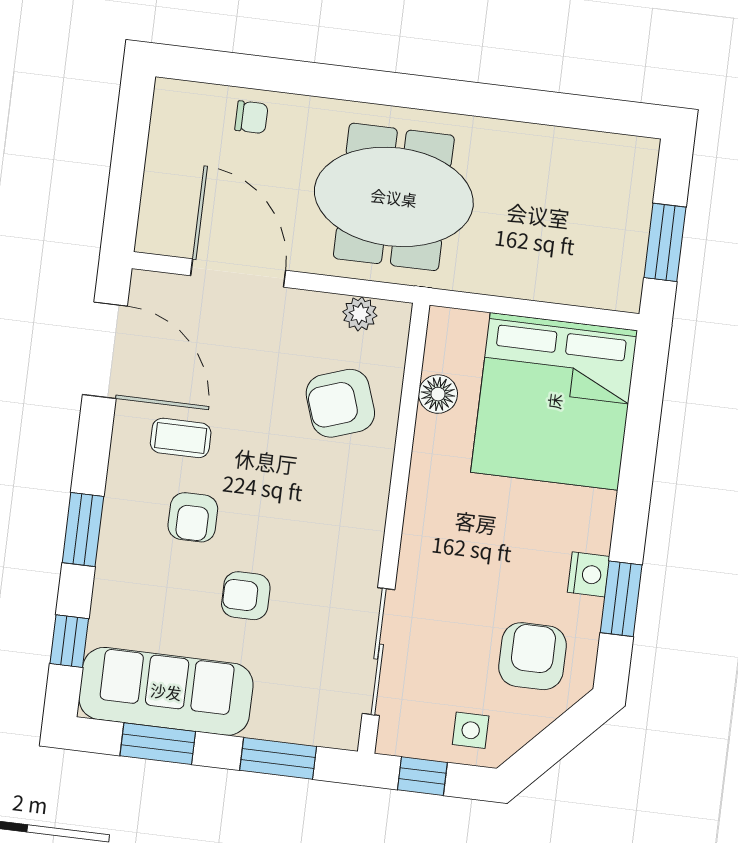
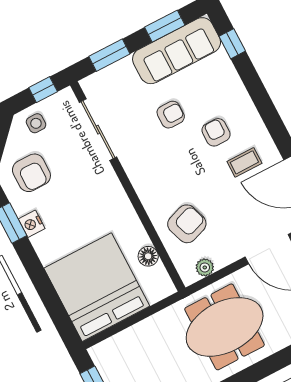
window: (83, 530) -> (259, 95), removed

